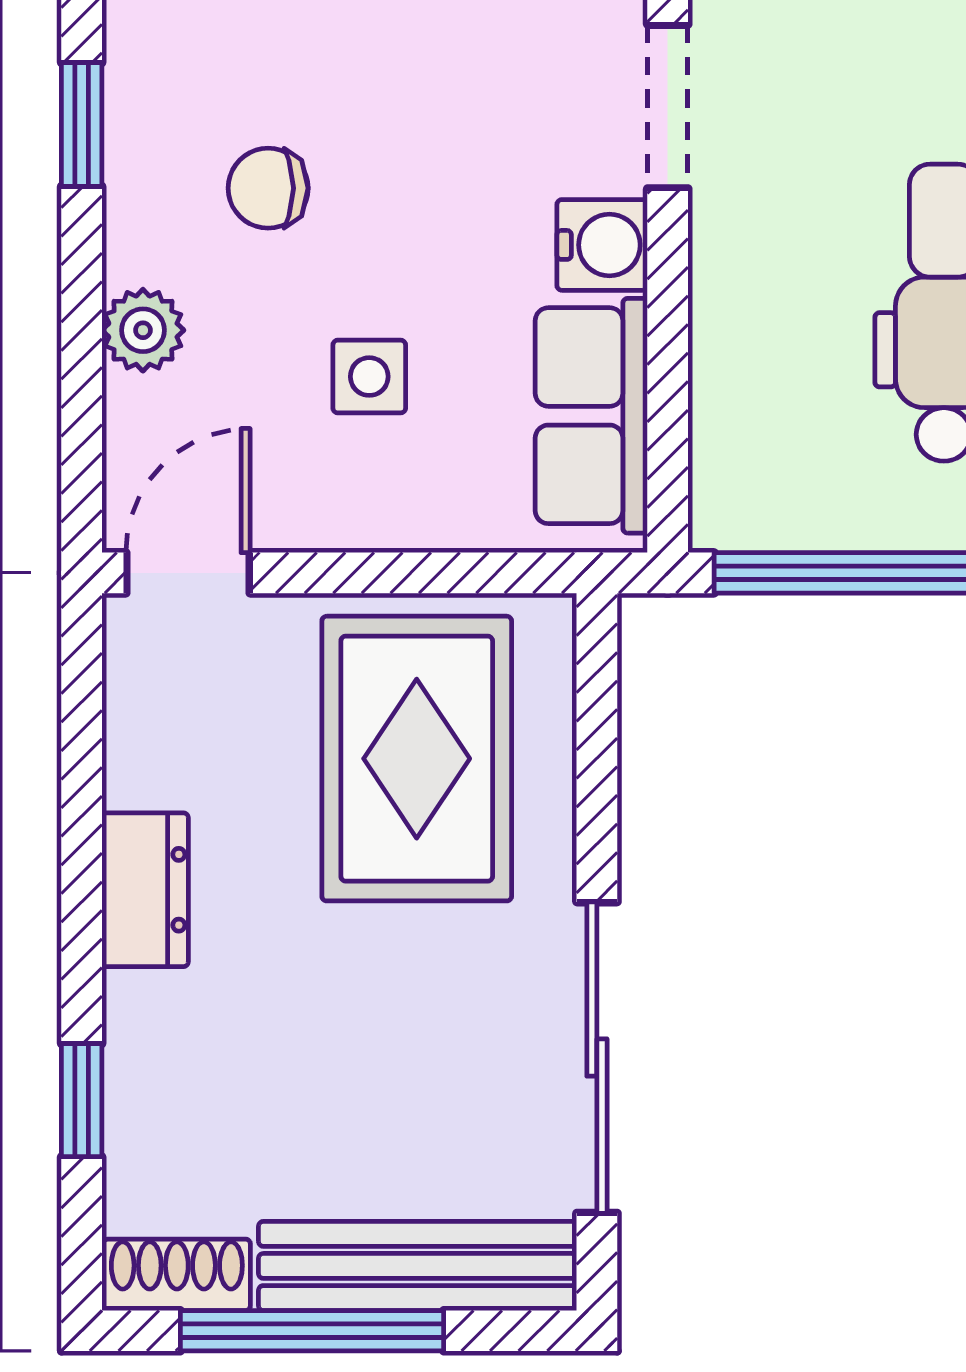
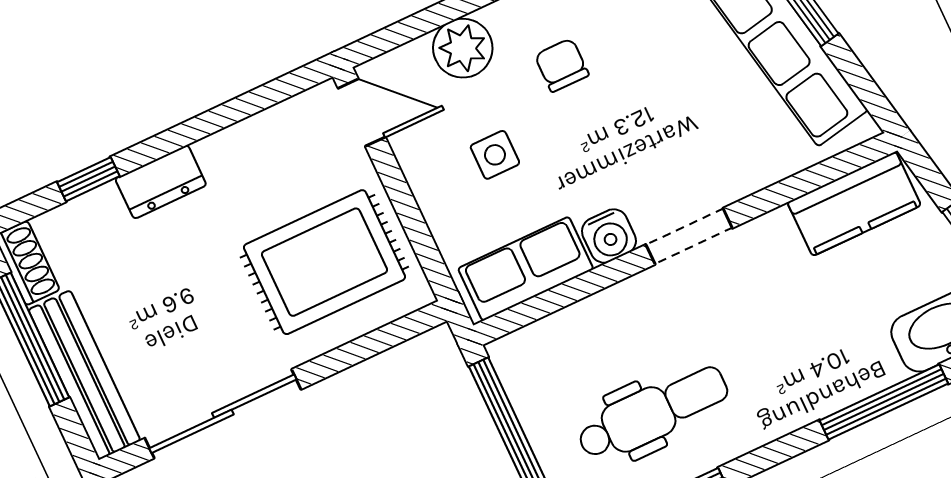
plant: (143, 330) -> (463, 48), width x1.38, depth x1.38
dresser: (145, 890) -> (161, 182), moved

